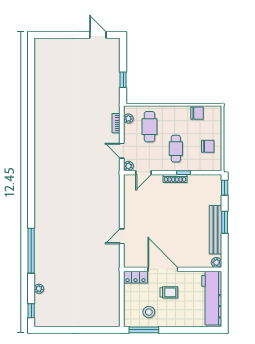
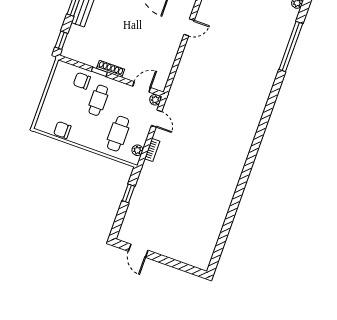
chair: (208, 146) -> (82, 81), moved

